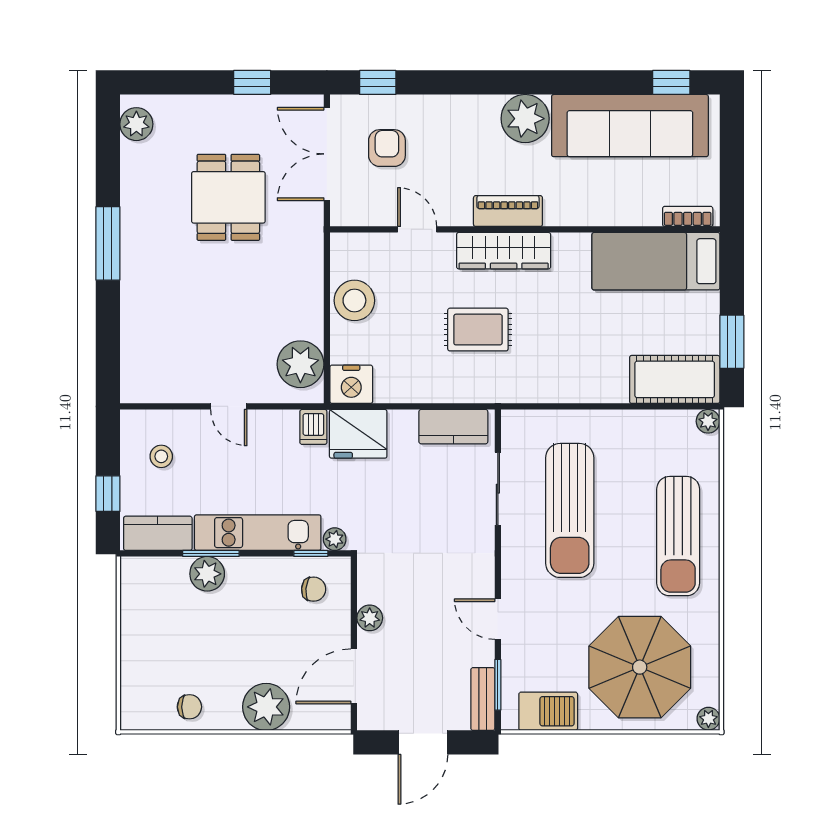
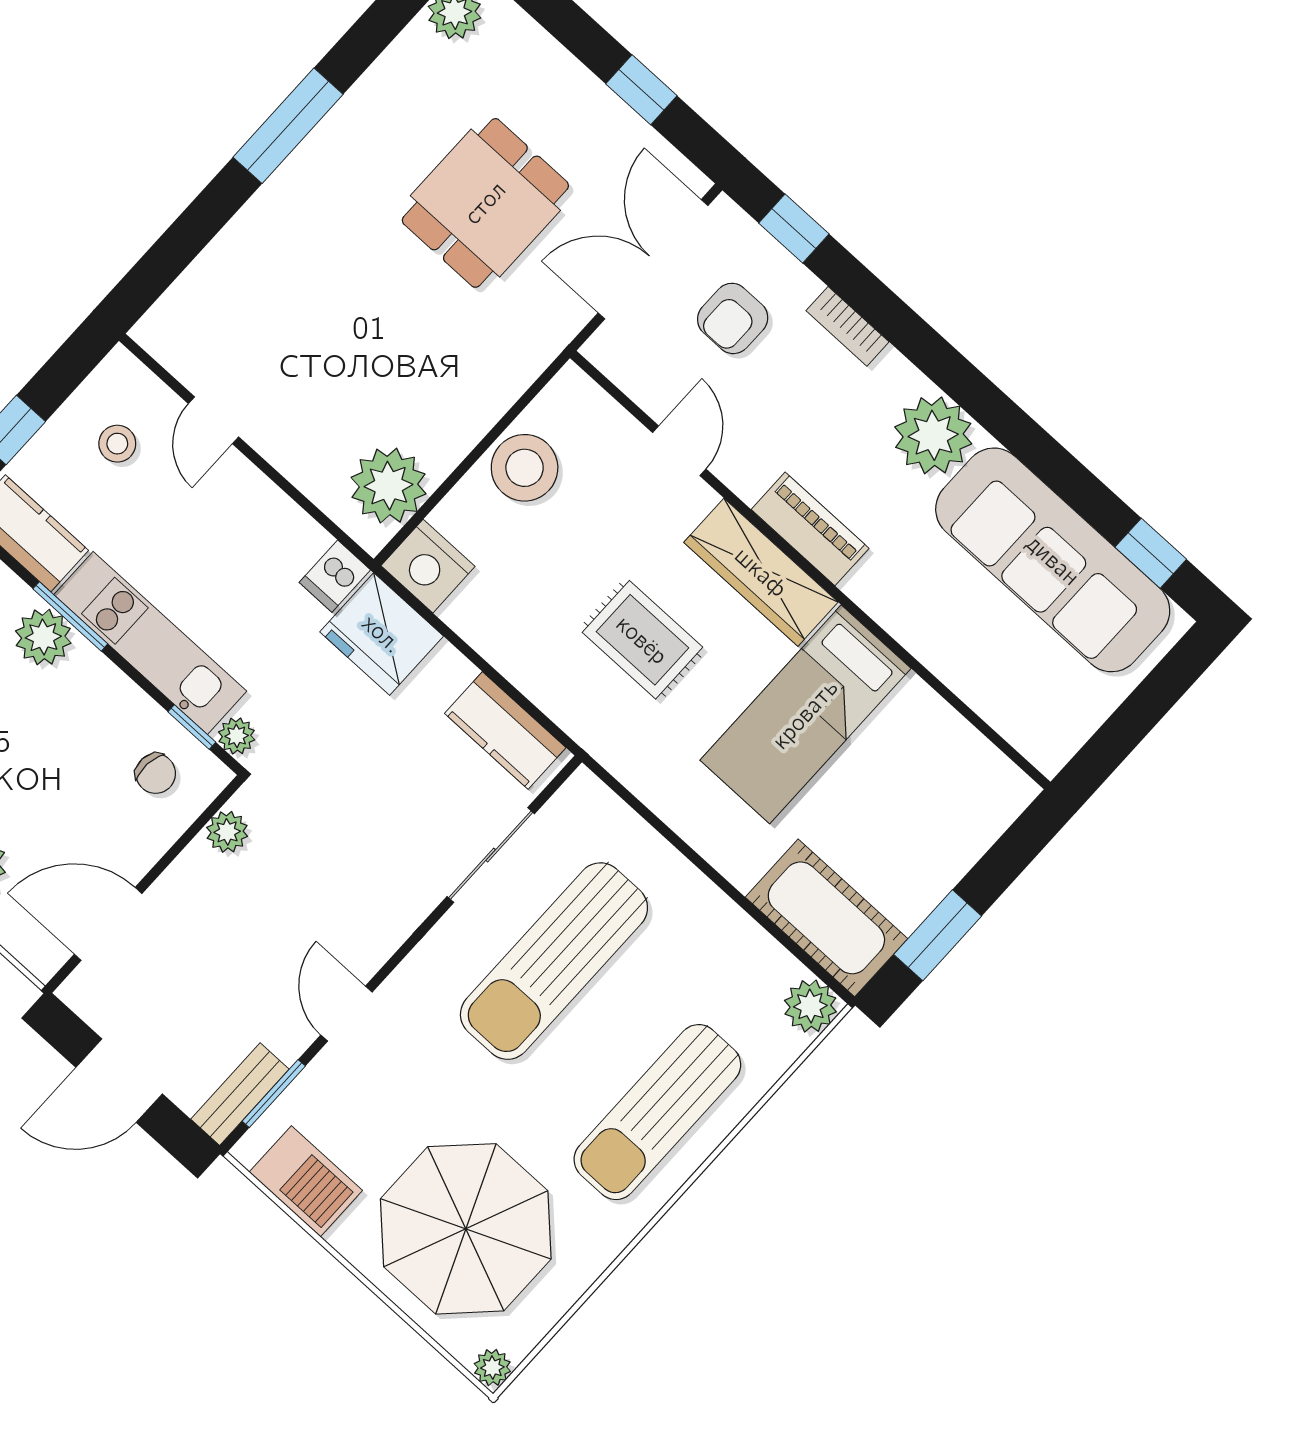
armchair: (387, 148) -> (733, 318), turned 180
bookcase: (688, 216) -> (847, 326), moved, turned 180
bed: (656, 261) -> (805, 714), moved, turned -90
door: (229, 406) -> (213, 420), moved
plant: (708, 421) -> (810, 1006), width x1.38, depth x1.38
plant: (370, 618) -> (227, 832), moved

